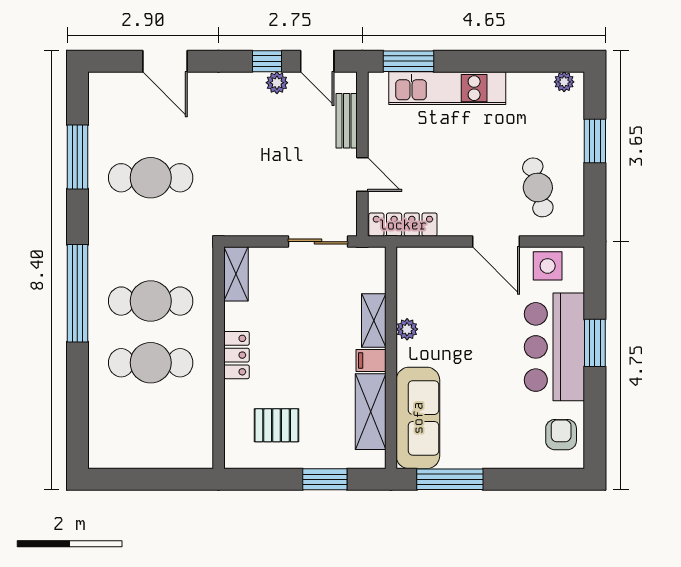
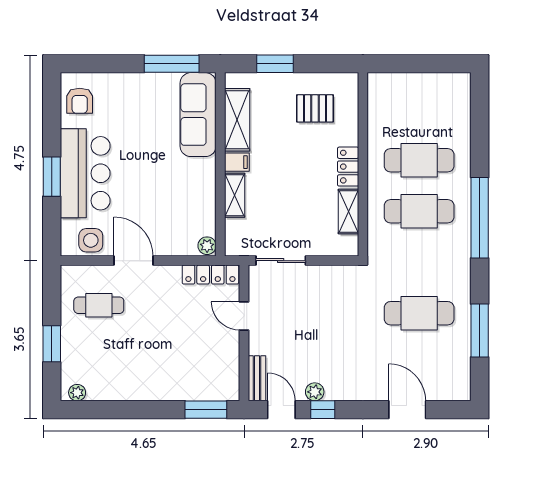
kitchen unit: (447, 88) -> (174, 387), removed
bench: (347, 121) -> (257, 378), moved
cafe table: (538, 187) -> (99, 305), turned -76
shelving: (236, 274) -> (349, 212), moved
plant: (407, 329) -> (207, 246), moved

